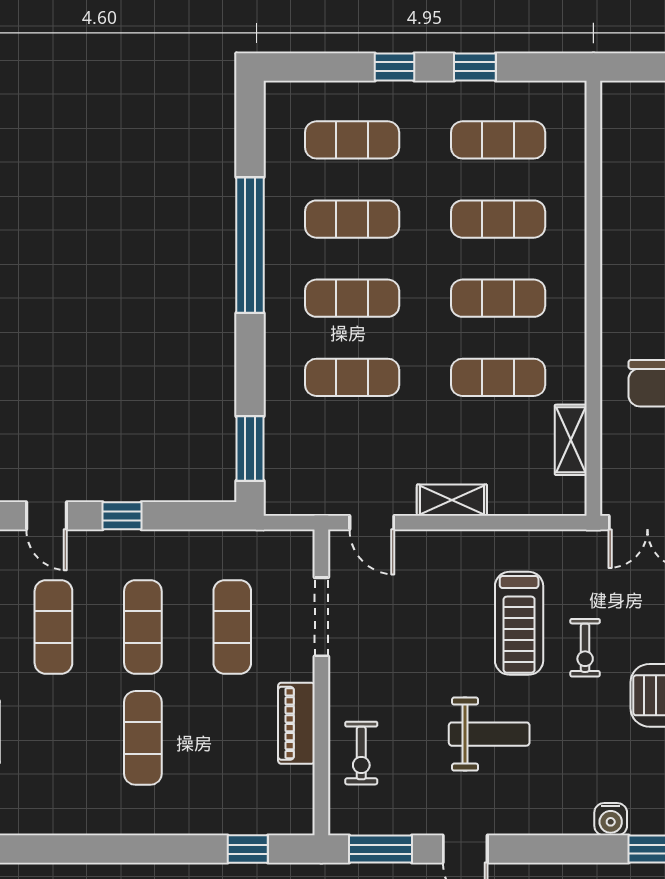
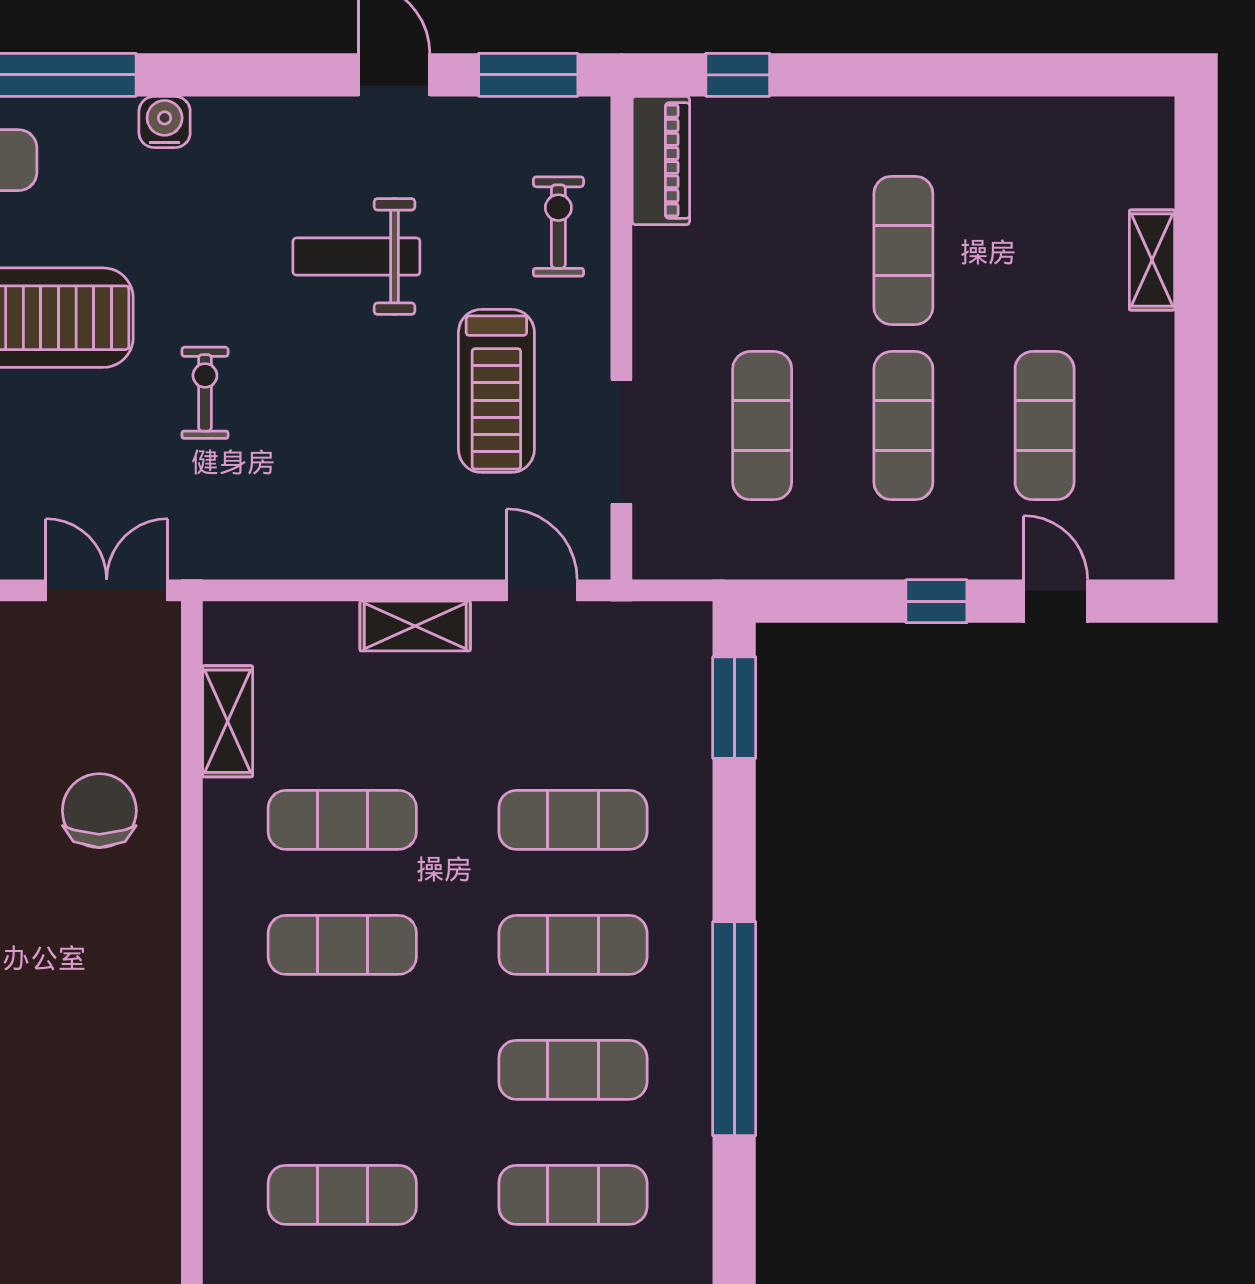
exercise mat: (498, 219) -> (342, 1070), removed
treadmill: (519, 623) -> (496, 391), moved, turned 180
piano: (296, 723) -> (661, 161), moved

